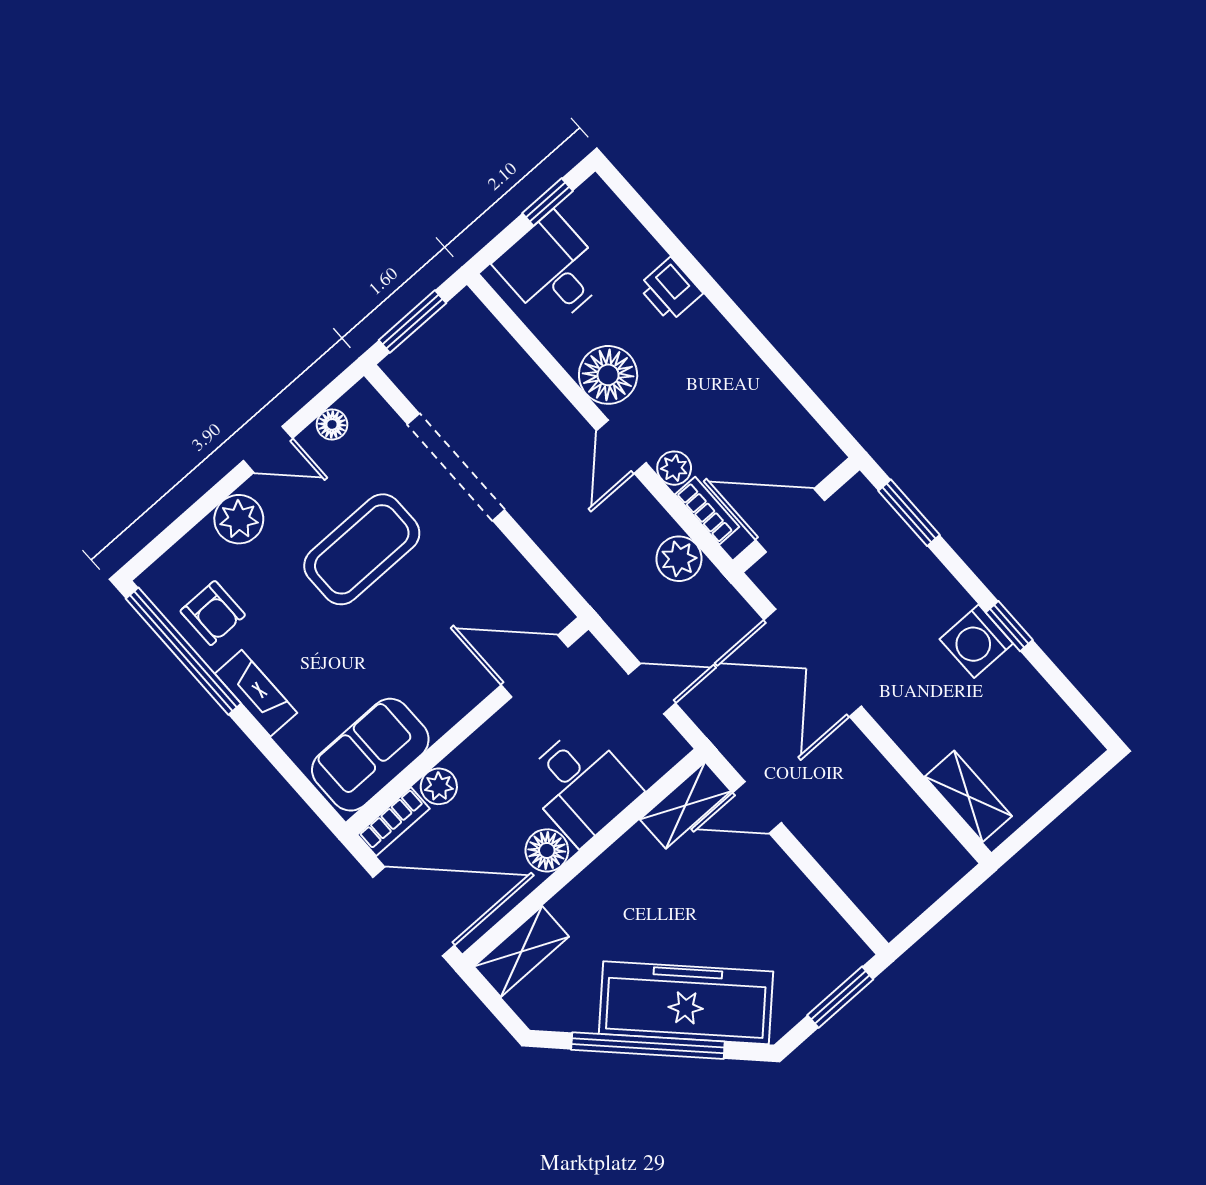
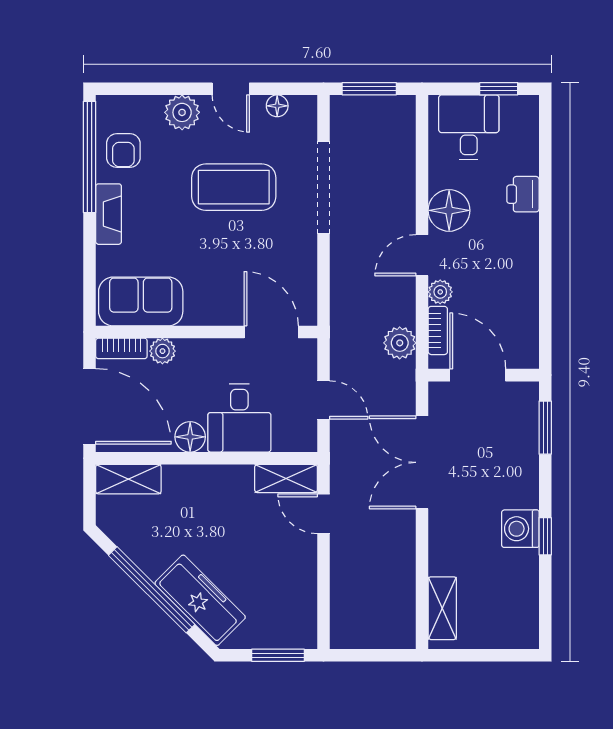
freezer: (686, 1003) -> (200, 600), width x0.73, depth x0.79

